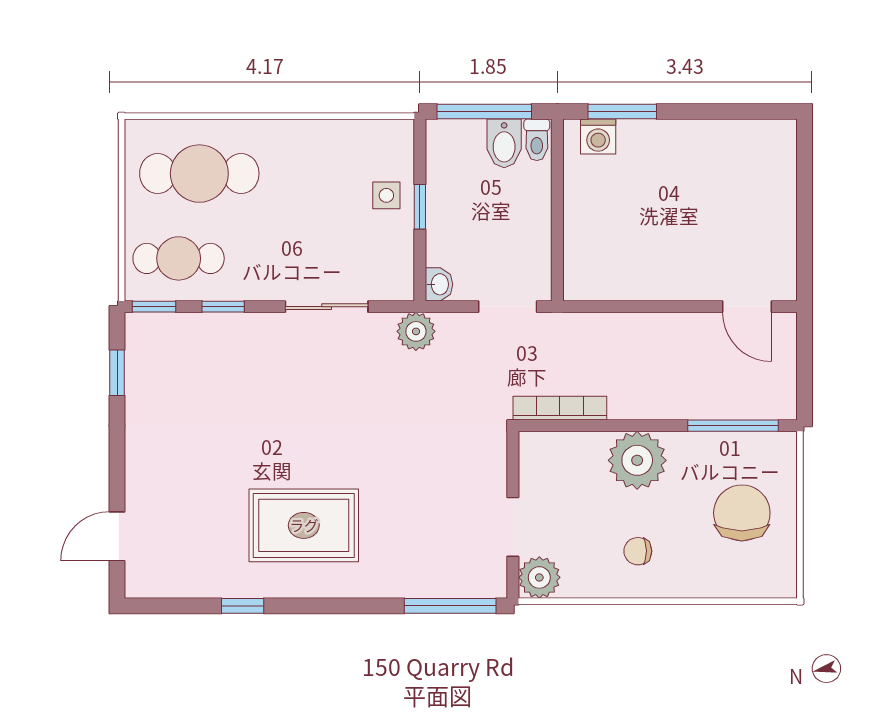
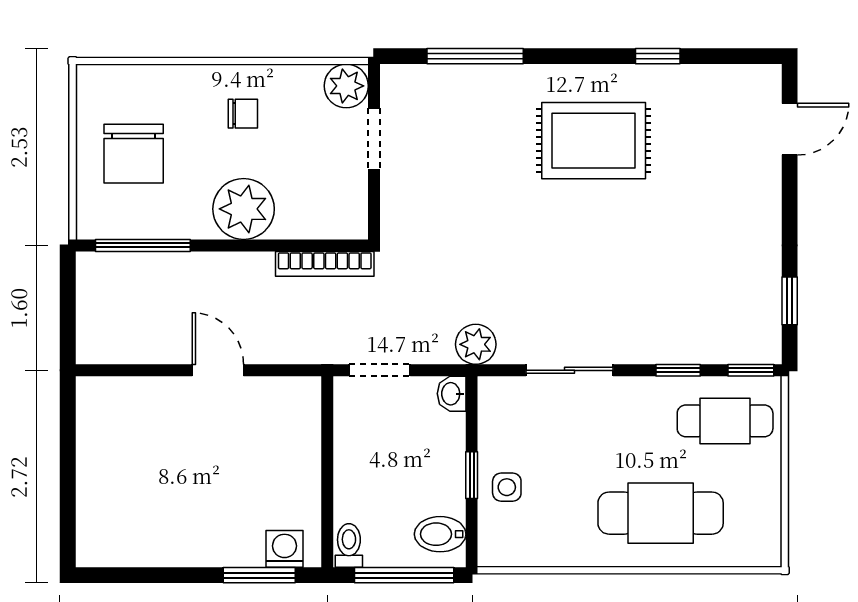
bidet: (504, 143) -> (440, 534), moved, turned -90
cafe table: (199, 174) -> (661, 513), moved
door: (747, 307) -> (218, 370), moved
window: (450, 606) -> (475, 56), moved

